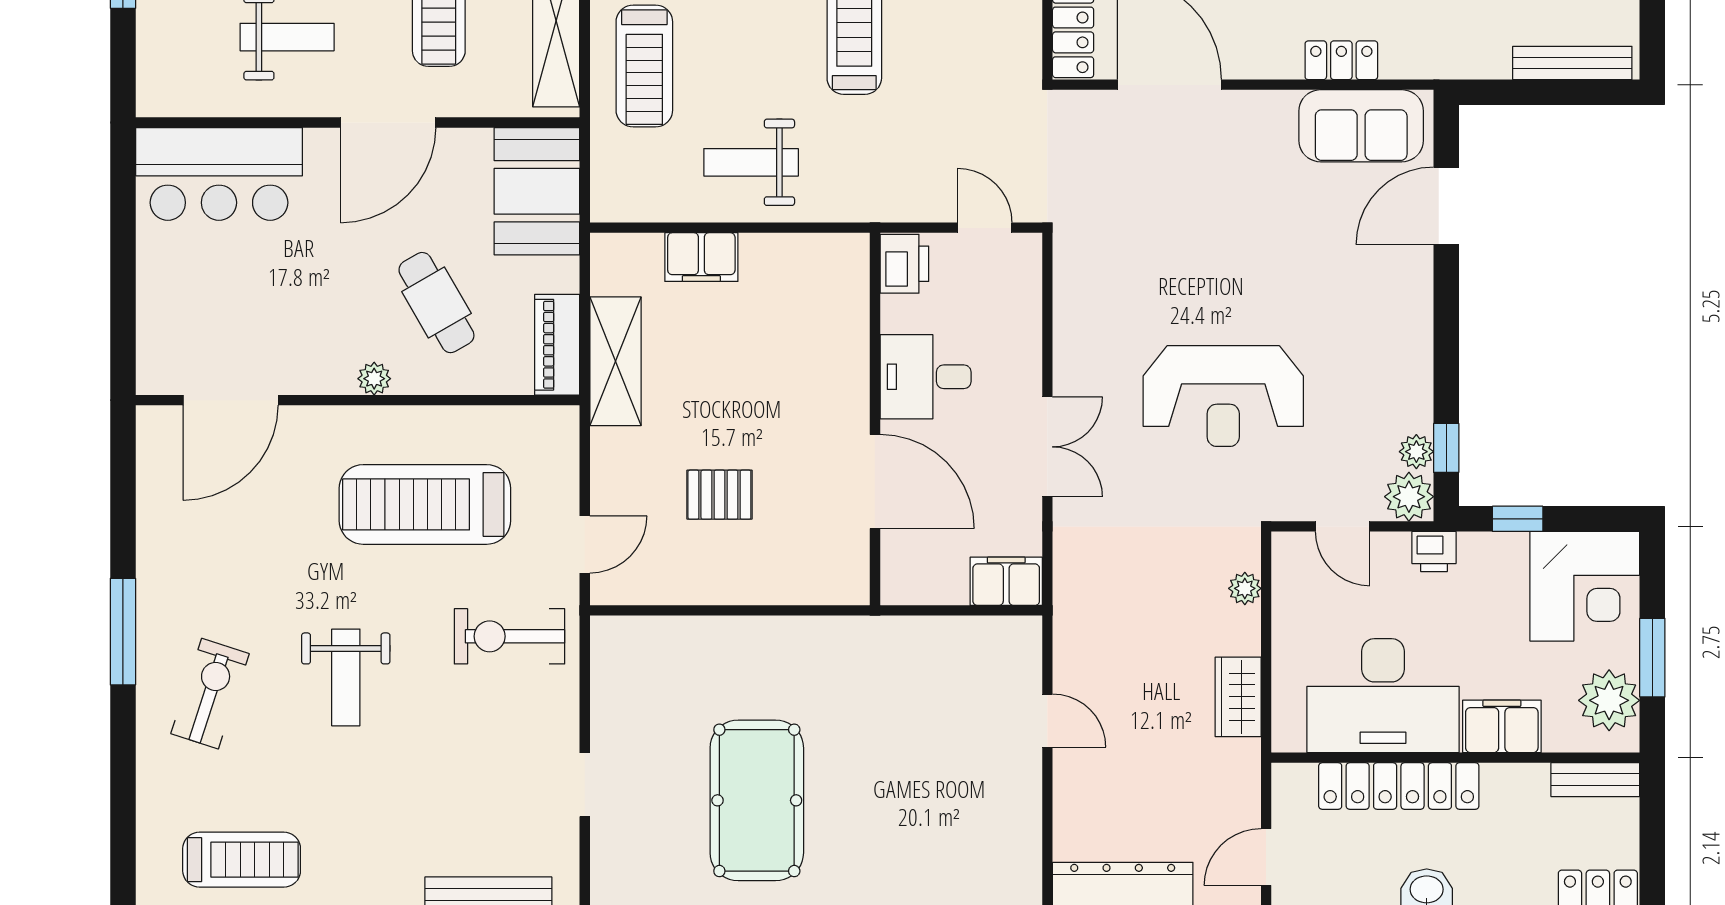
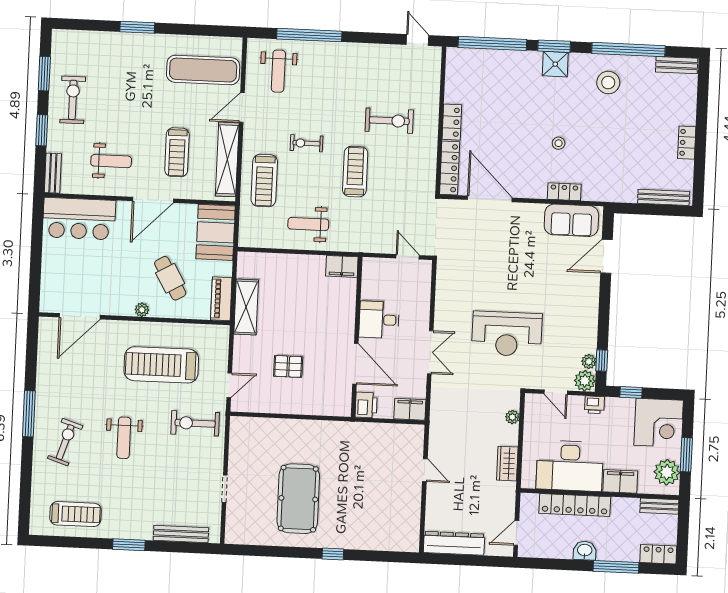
bench: (153, 71) -> (53, 173), added
filing cabinet: (701, 257) -> (342, 266), moved
printer: (904, 264) -> (366, 405), moved

